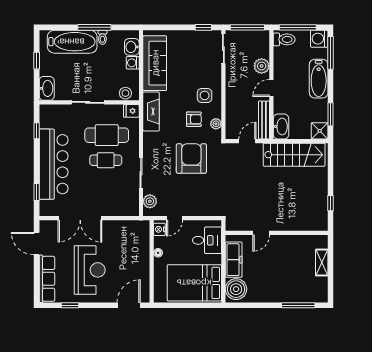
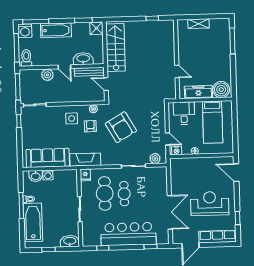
stool: (125, 93) -> (72, 180), removed
washbasin: (281, 126) -> (83, 59), moved
armchair: (191, 159) -> (121, 127), turned -120
bed: (194, 283) -> (213, 122), width x0.67

